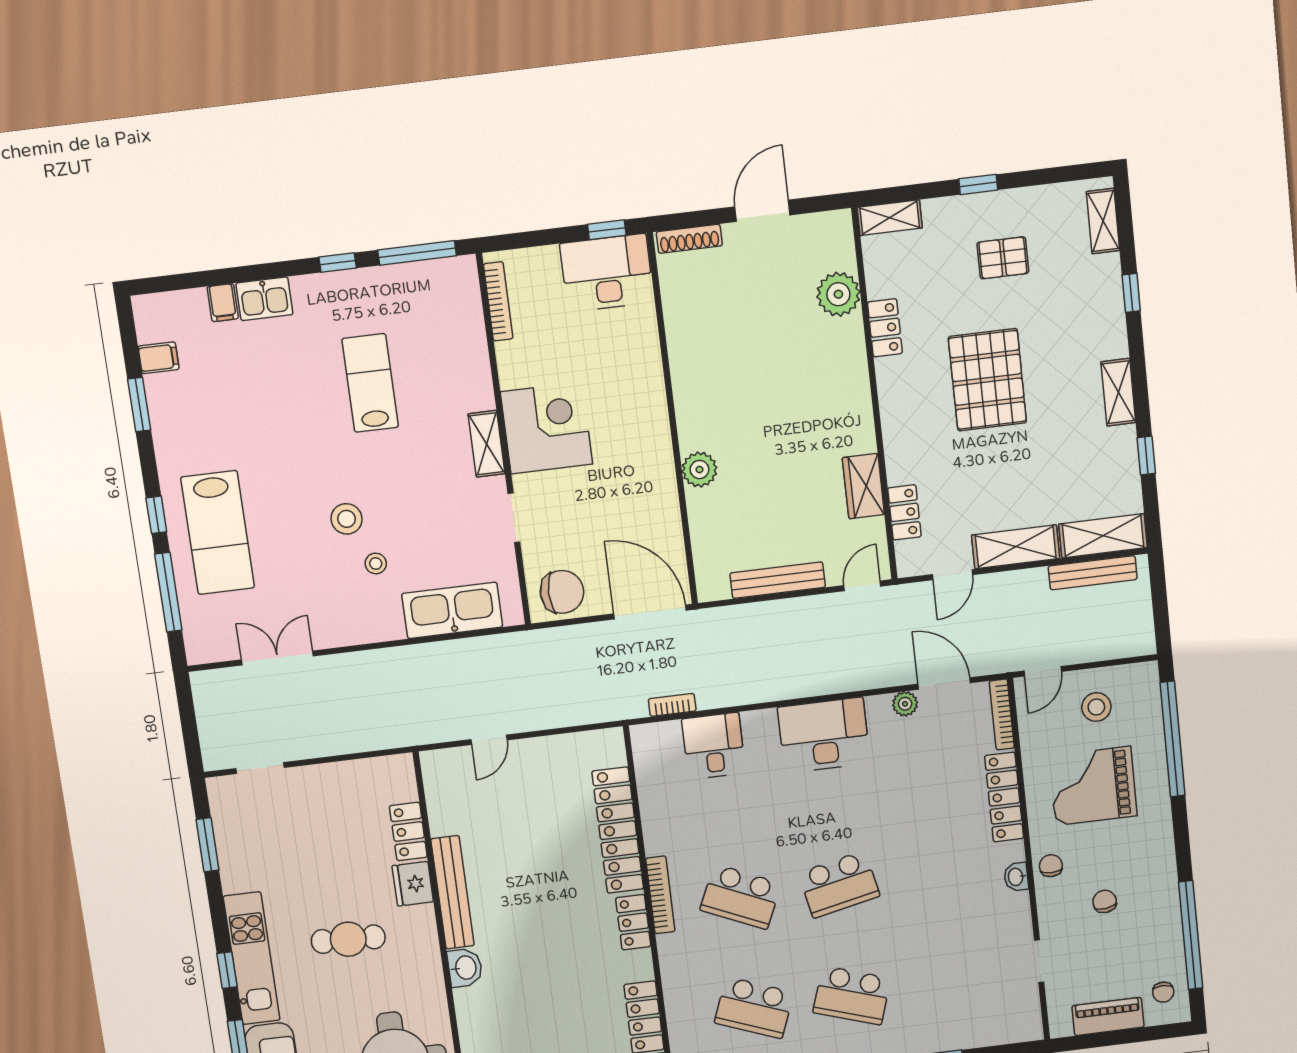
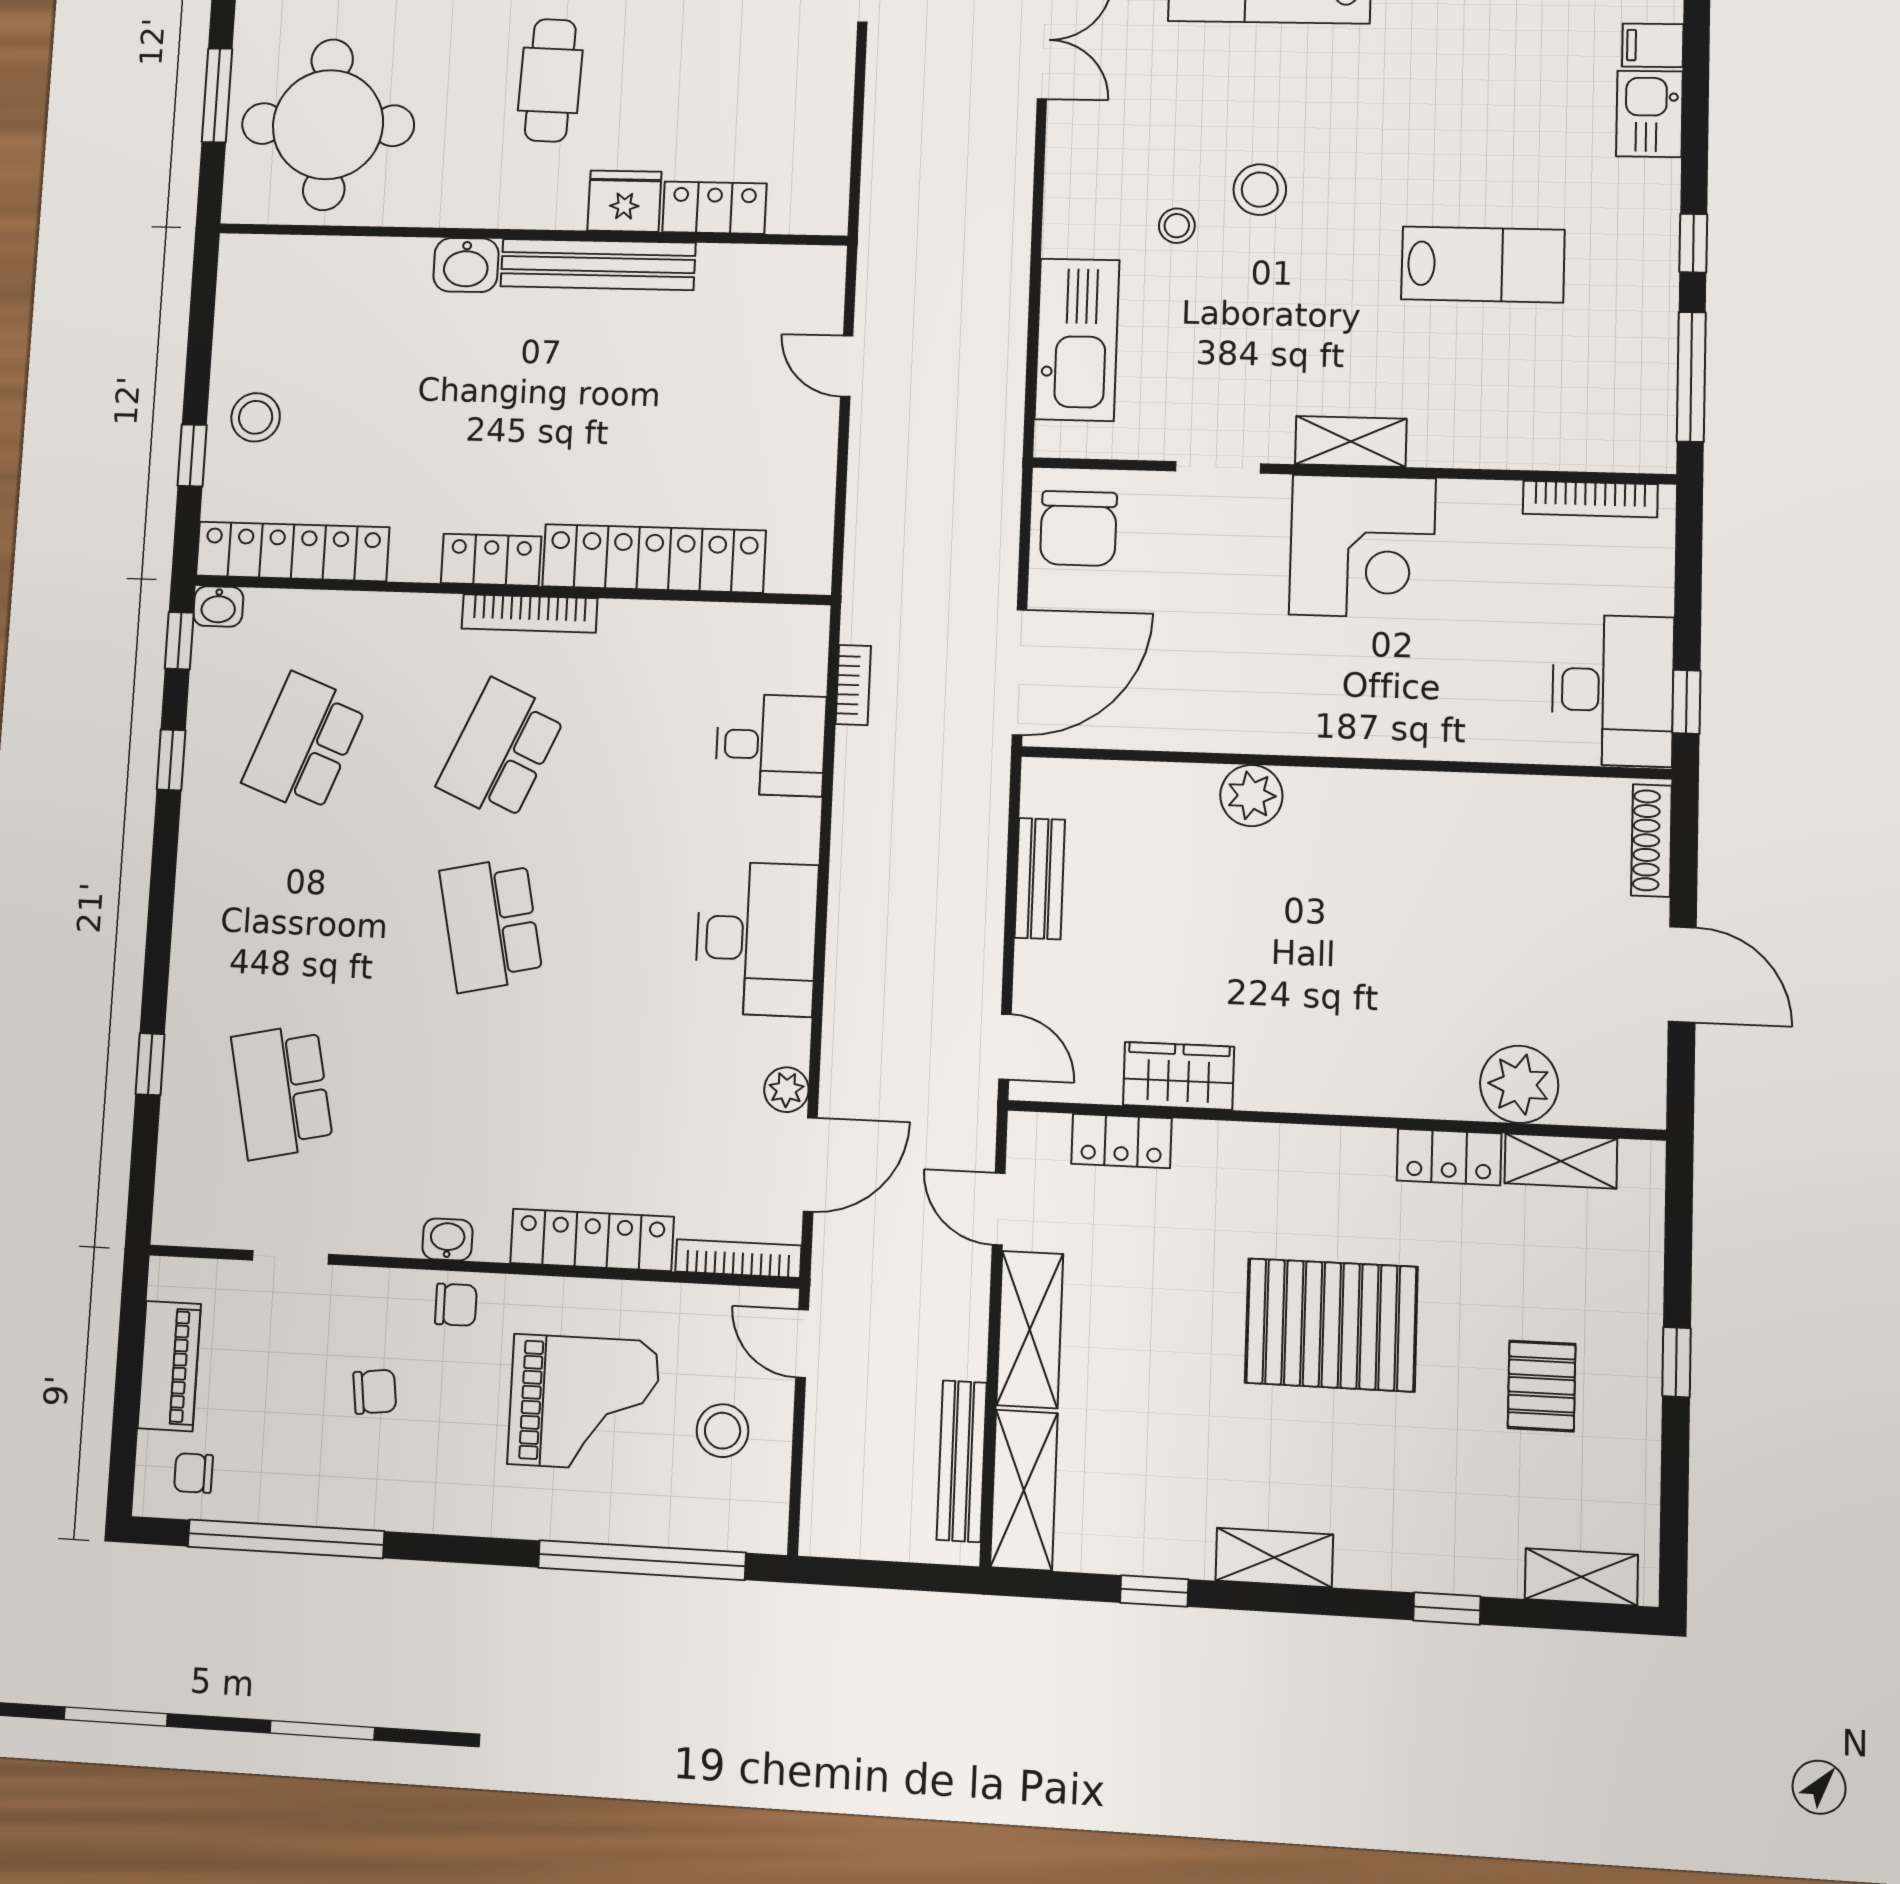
shelving: (890, 218) -> (1561, 1161), moved, turned 90
bench: (778, 580) -> (1040, 879), width x0.73
grand piano: (1093, 786) -> (584, 1403), turned 90
school desk: (852, 995) -> (282, 1092), moved, turned -30

